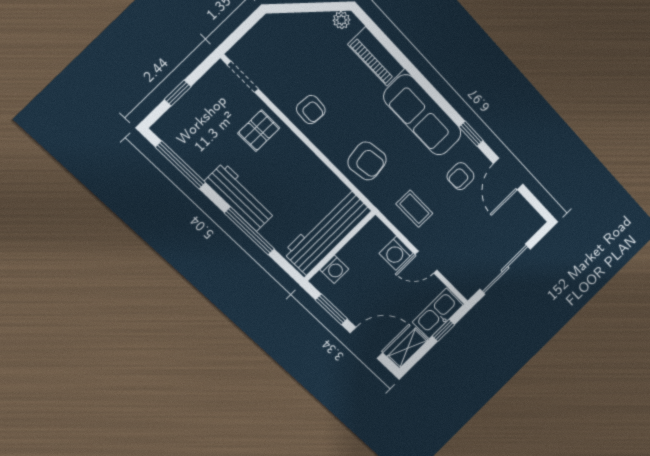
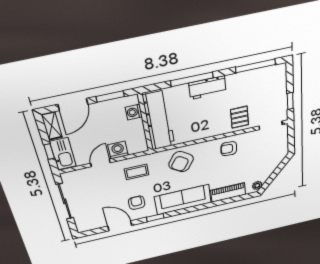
window: (178, 93) -> (290, 101), moved
armchair: (367, 161) -> (181, 162), turned -48
workbench: (240, 197) -> (207, 88), width x0.73

